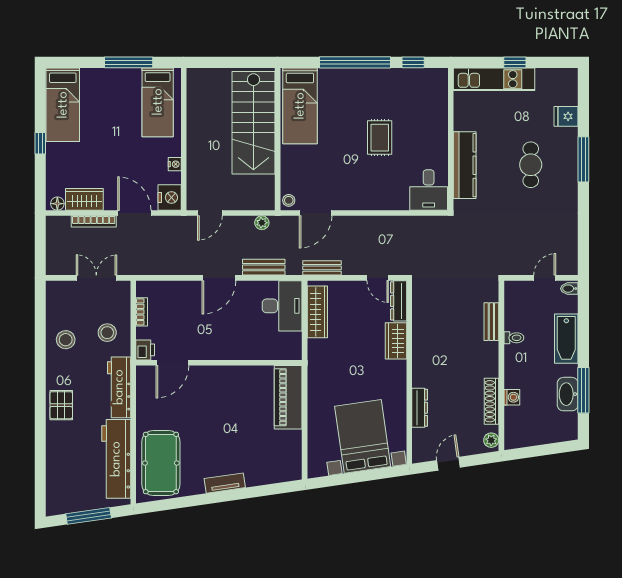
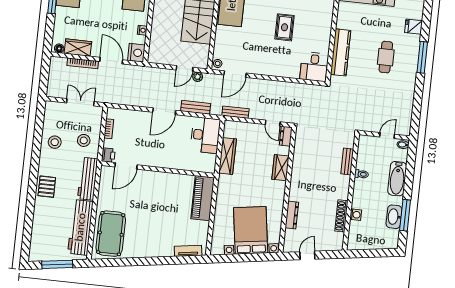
door: (210, 213) -> (185, 69), moved
dresser: (399, 301) -> (286, 136), width x0.70
wardrobe: (317, 312) -> (227, 156), moved
plant: (491, 440) -> (338, 243), removed
tv unit: (225, 483) -> (188, 251), moved

